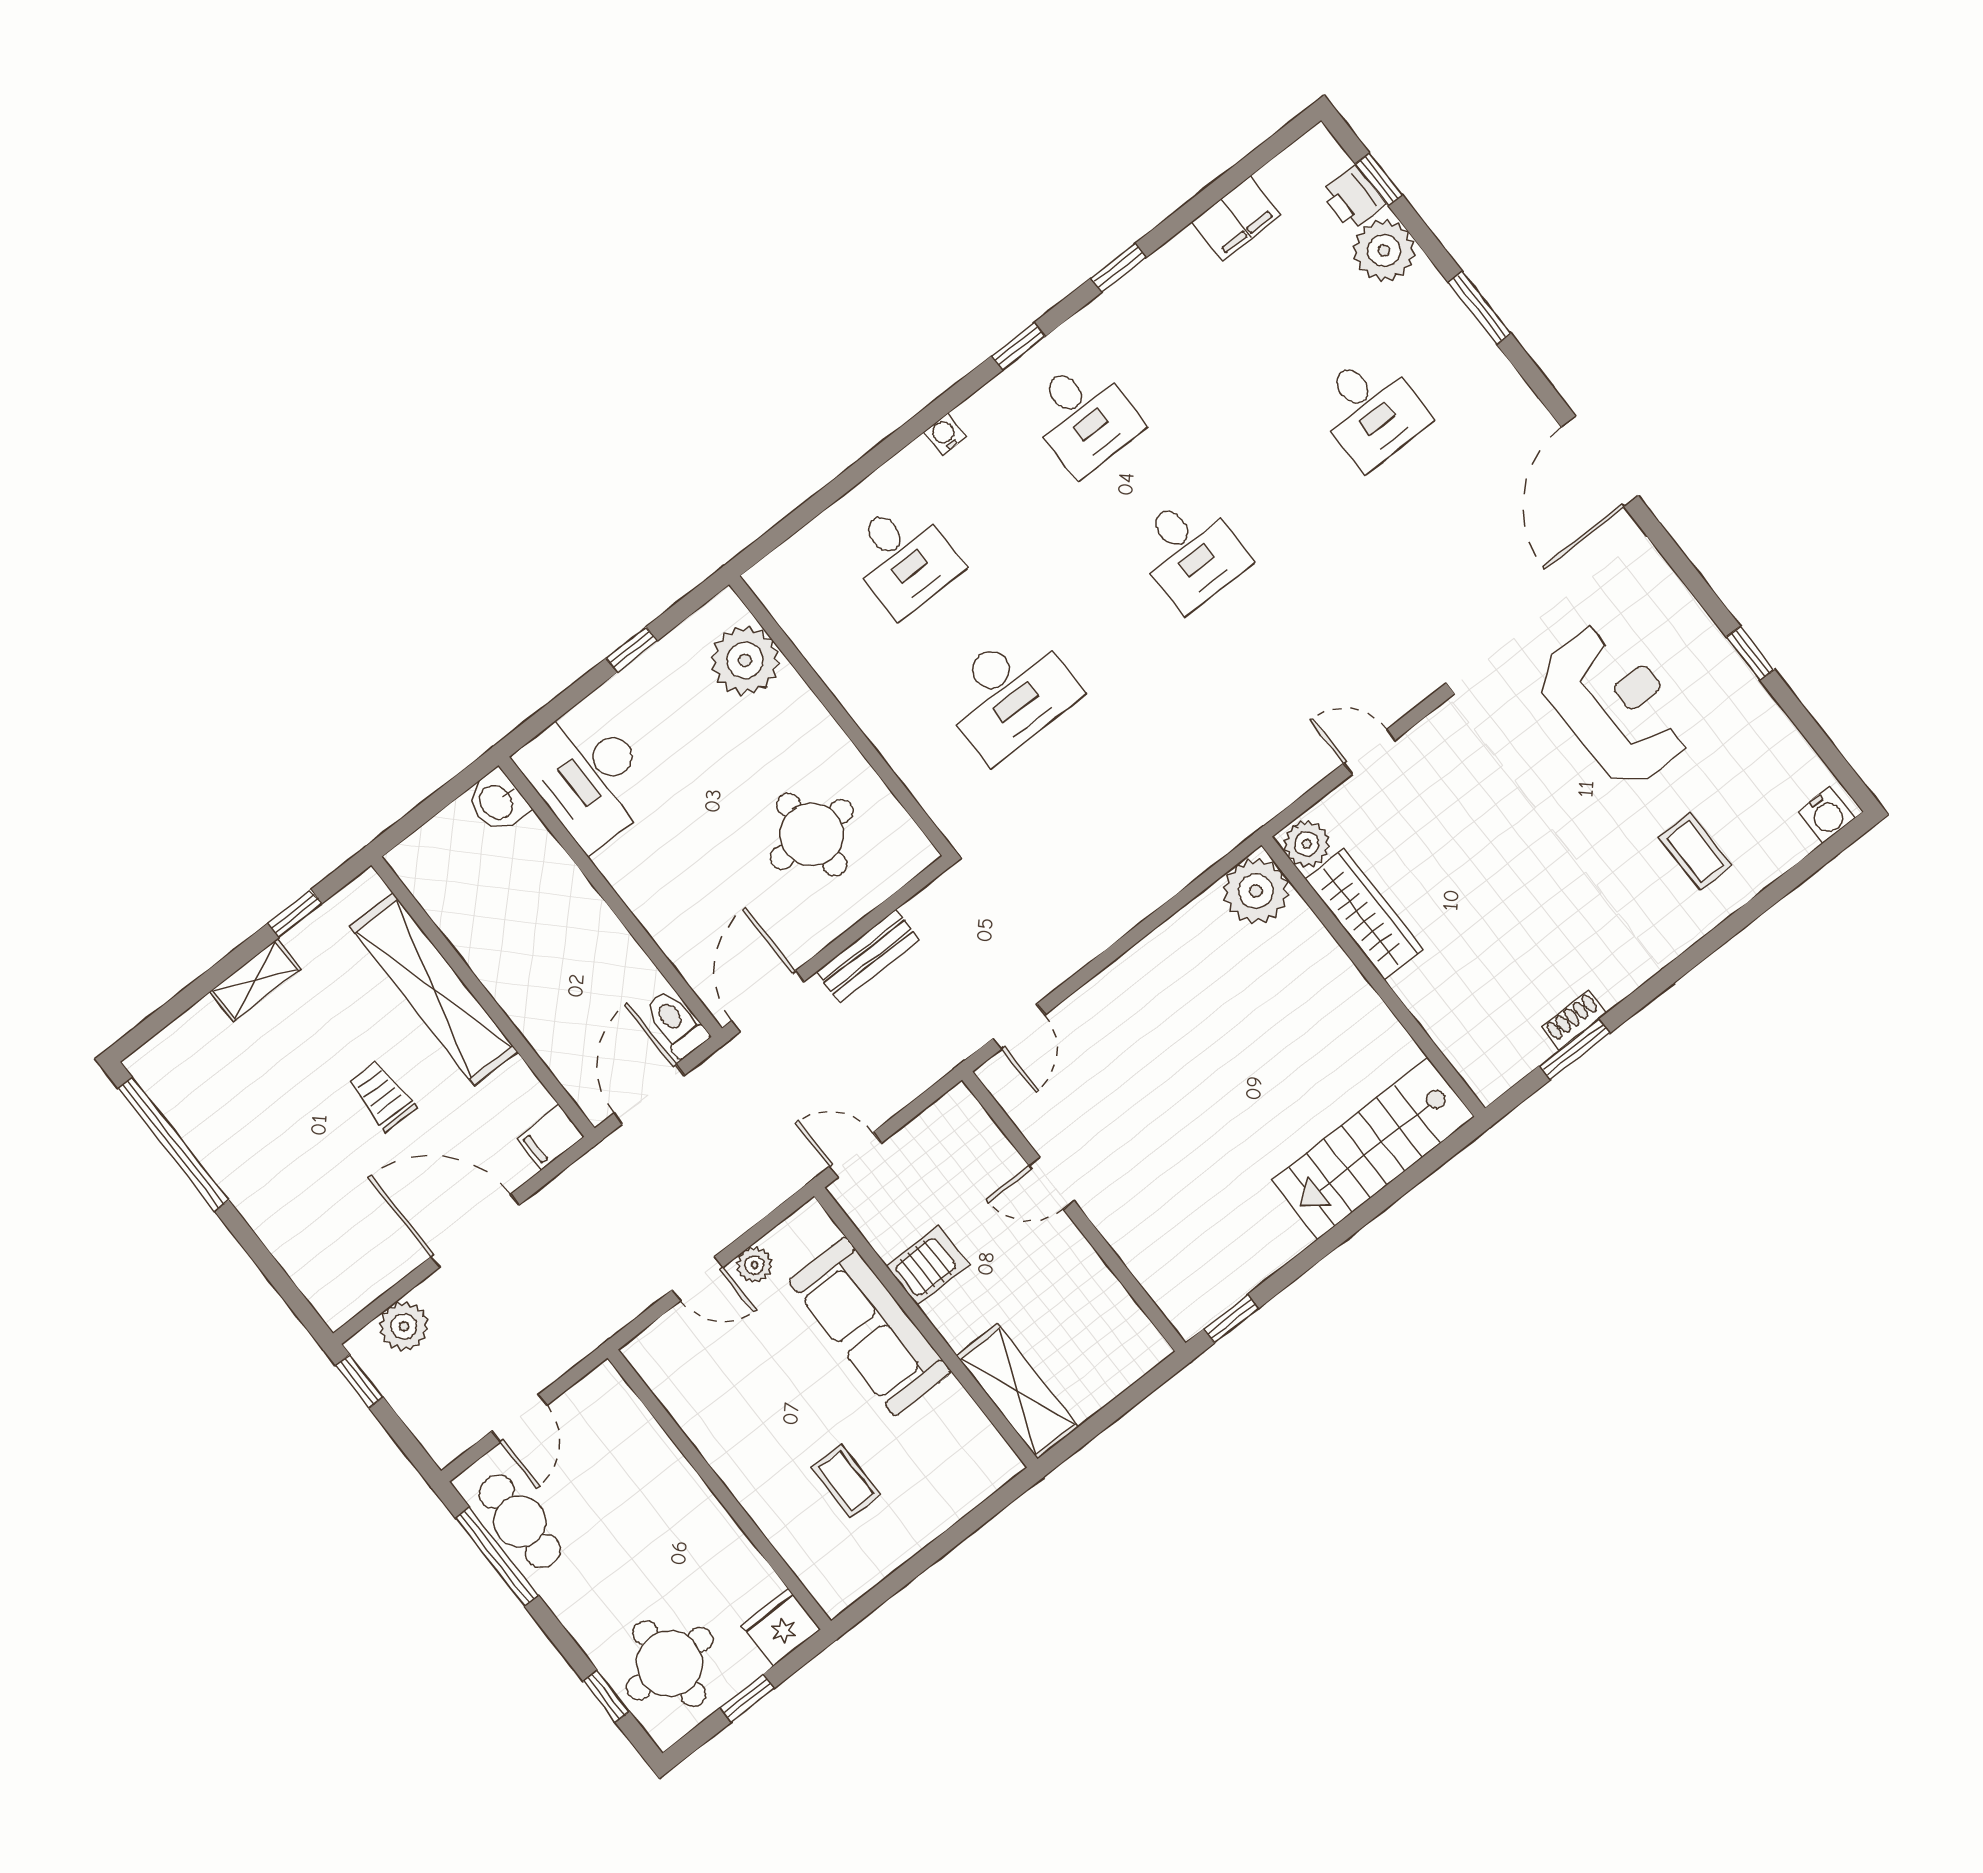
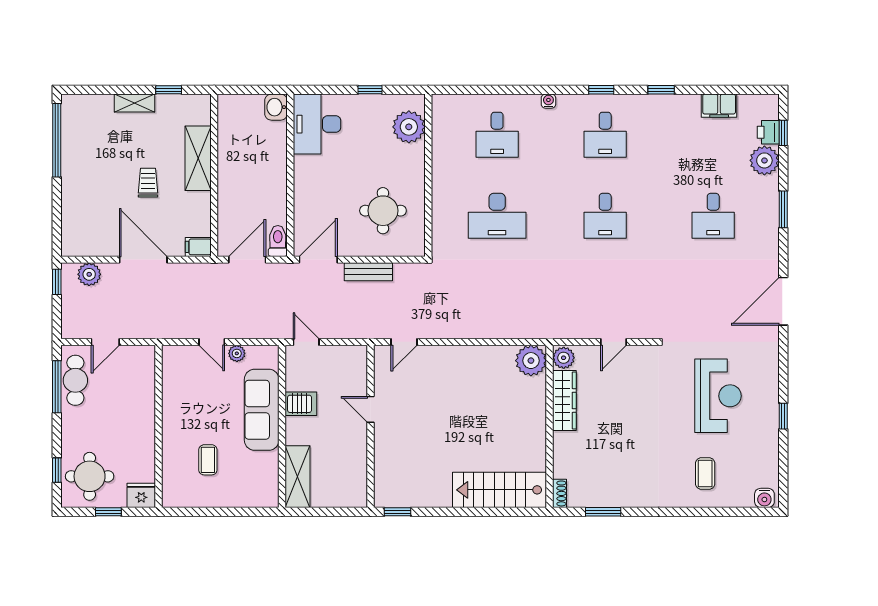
door: (1369, 752) -> (614, 342), swing flipped
shelving: (434, 989) -> (198, 158), width x0.68
shoe rack: (1574, 1020) -> (560, 493), moved, turned 90

